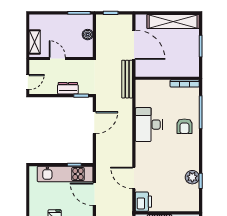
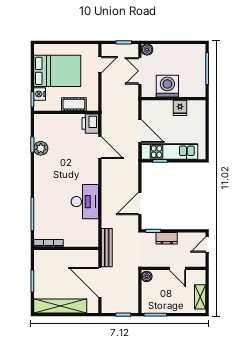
boiler: (88, 35) -> (147, 276), moved
shelving: (35, 42) -> (200, 297), moved
armchair: (184, 126) -> (49, 200), removed

